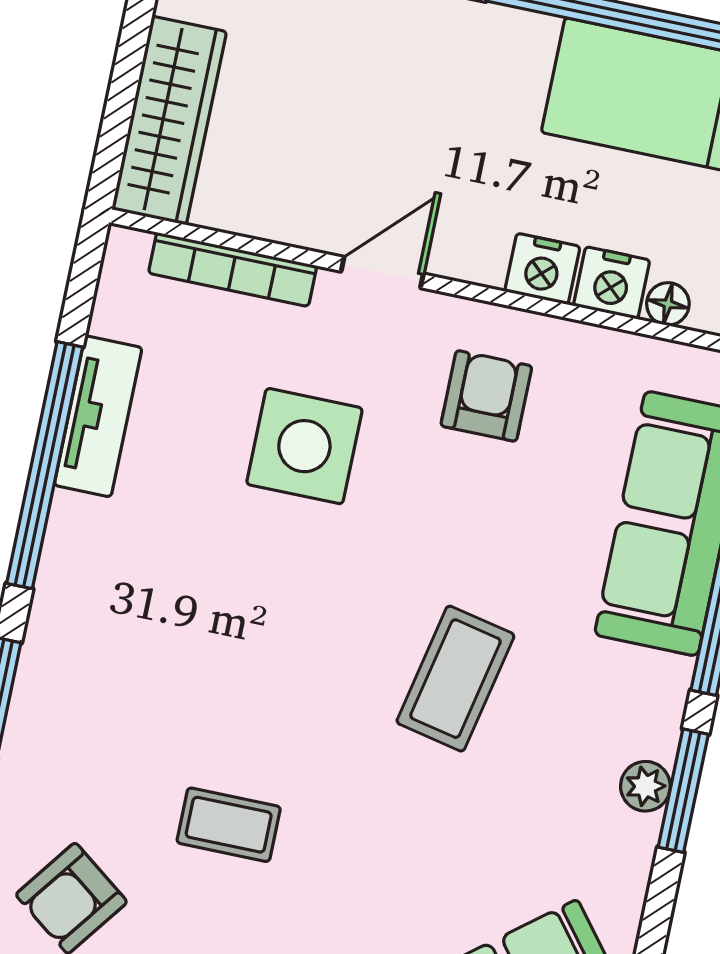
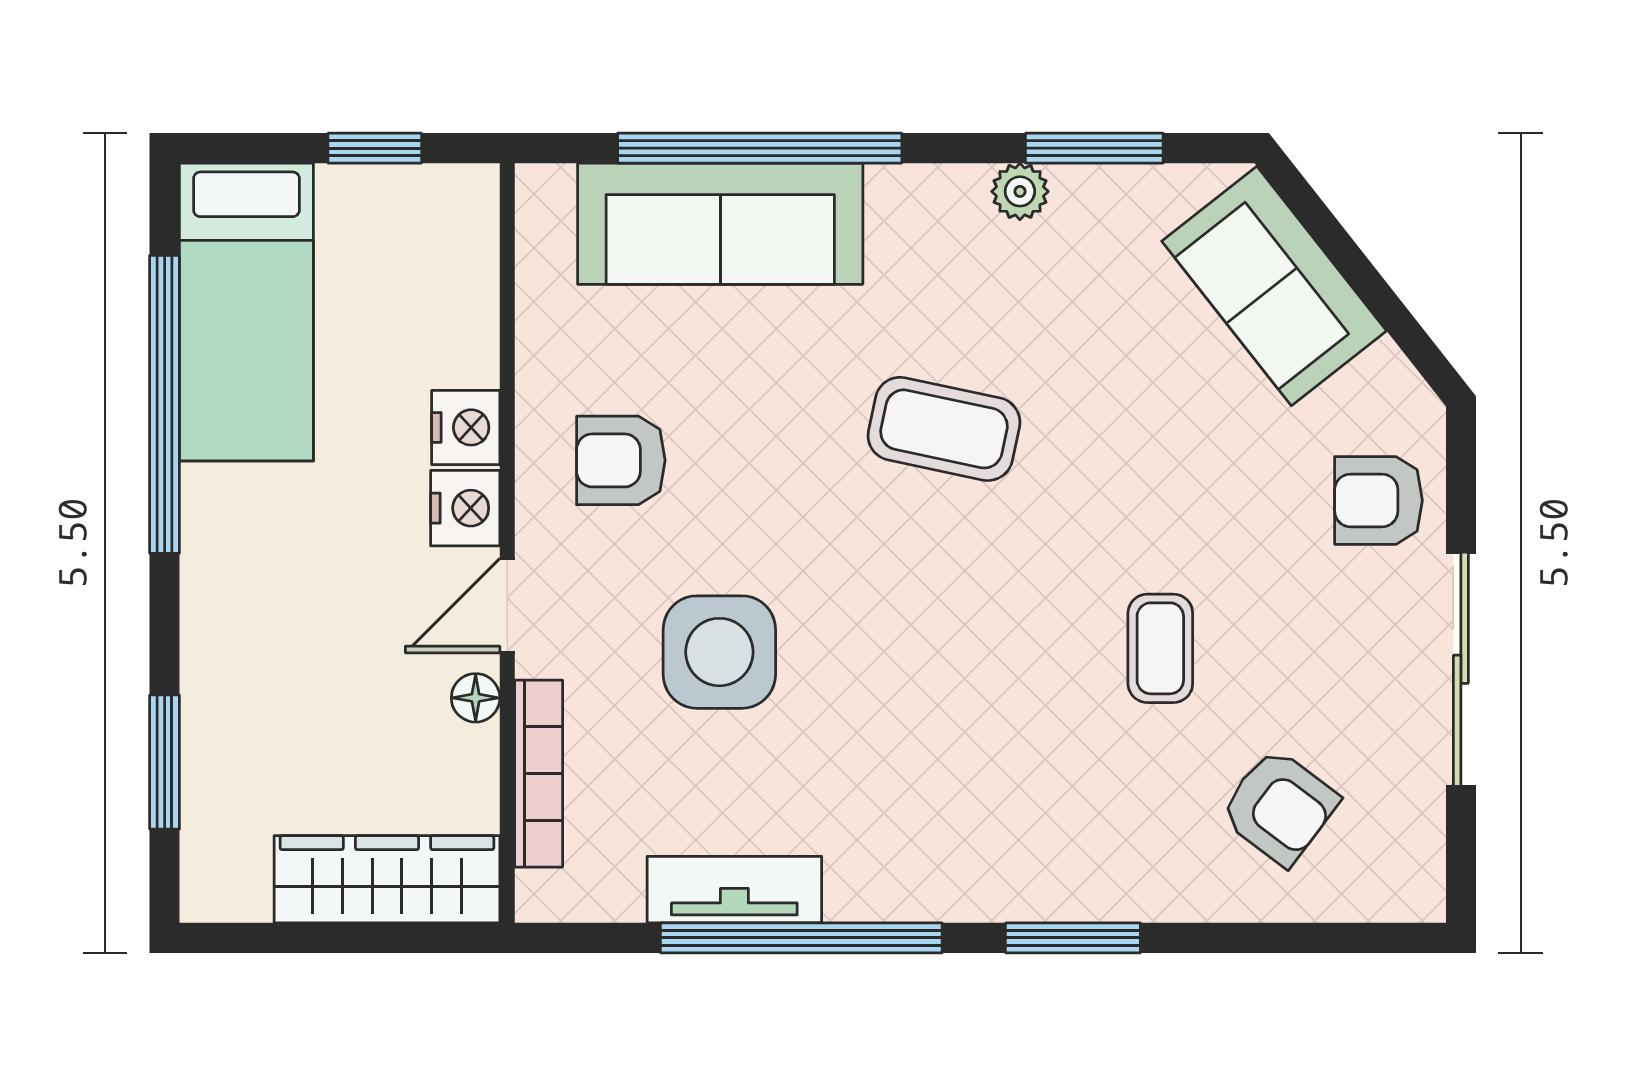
door: (382, 273) -> (507, 606), hinge flipped
nightstand: (612, 283) -> (465, 508), moved
floor lamp: (668, 304) -> (476, 698), moved
window: (683, 791) -> (1094, 148), moved

